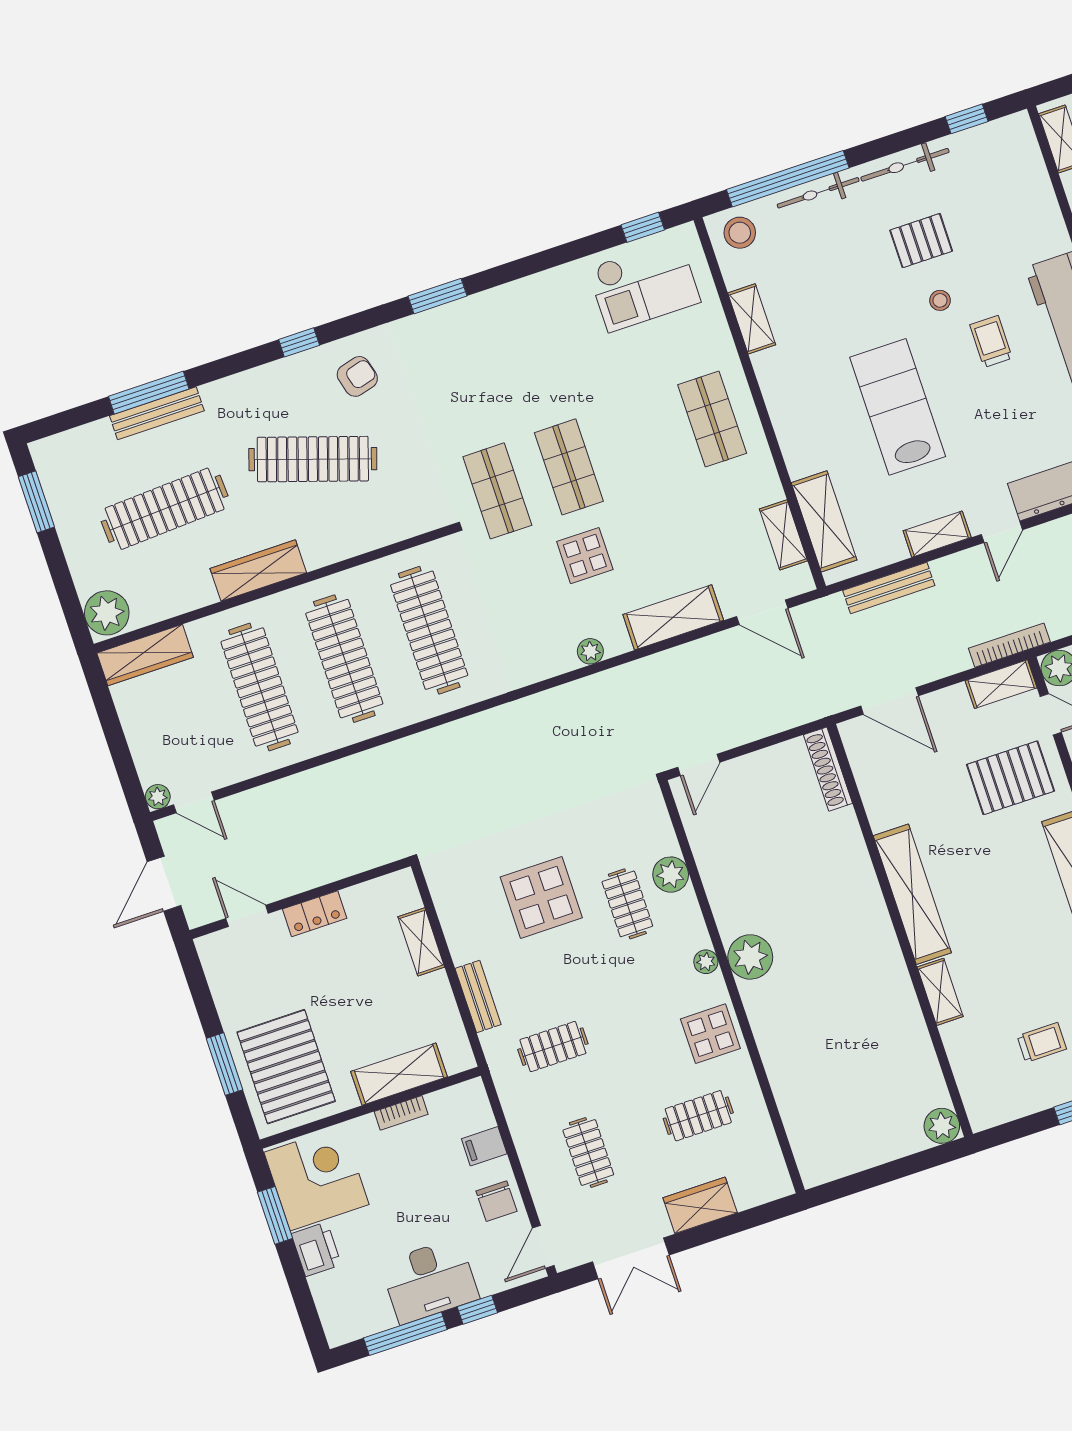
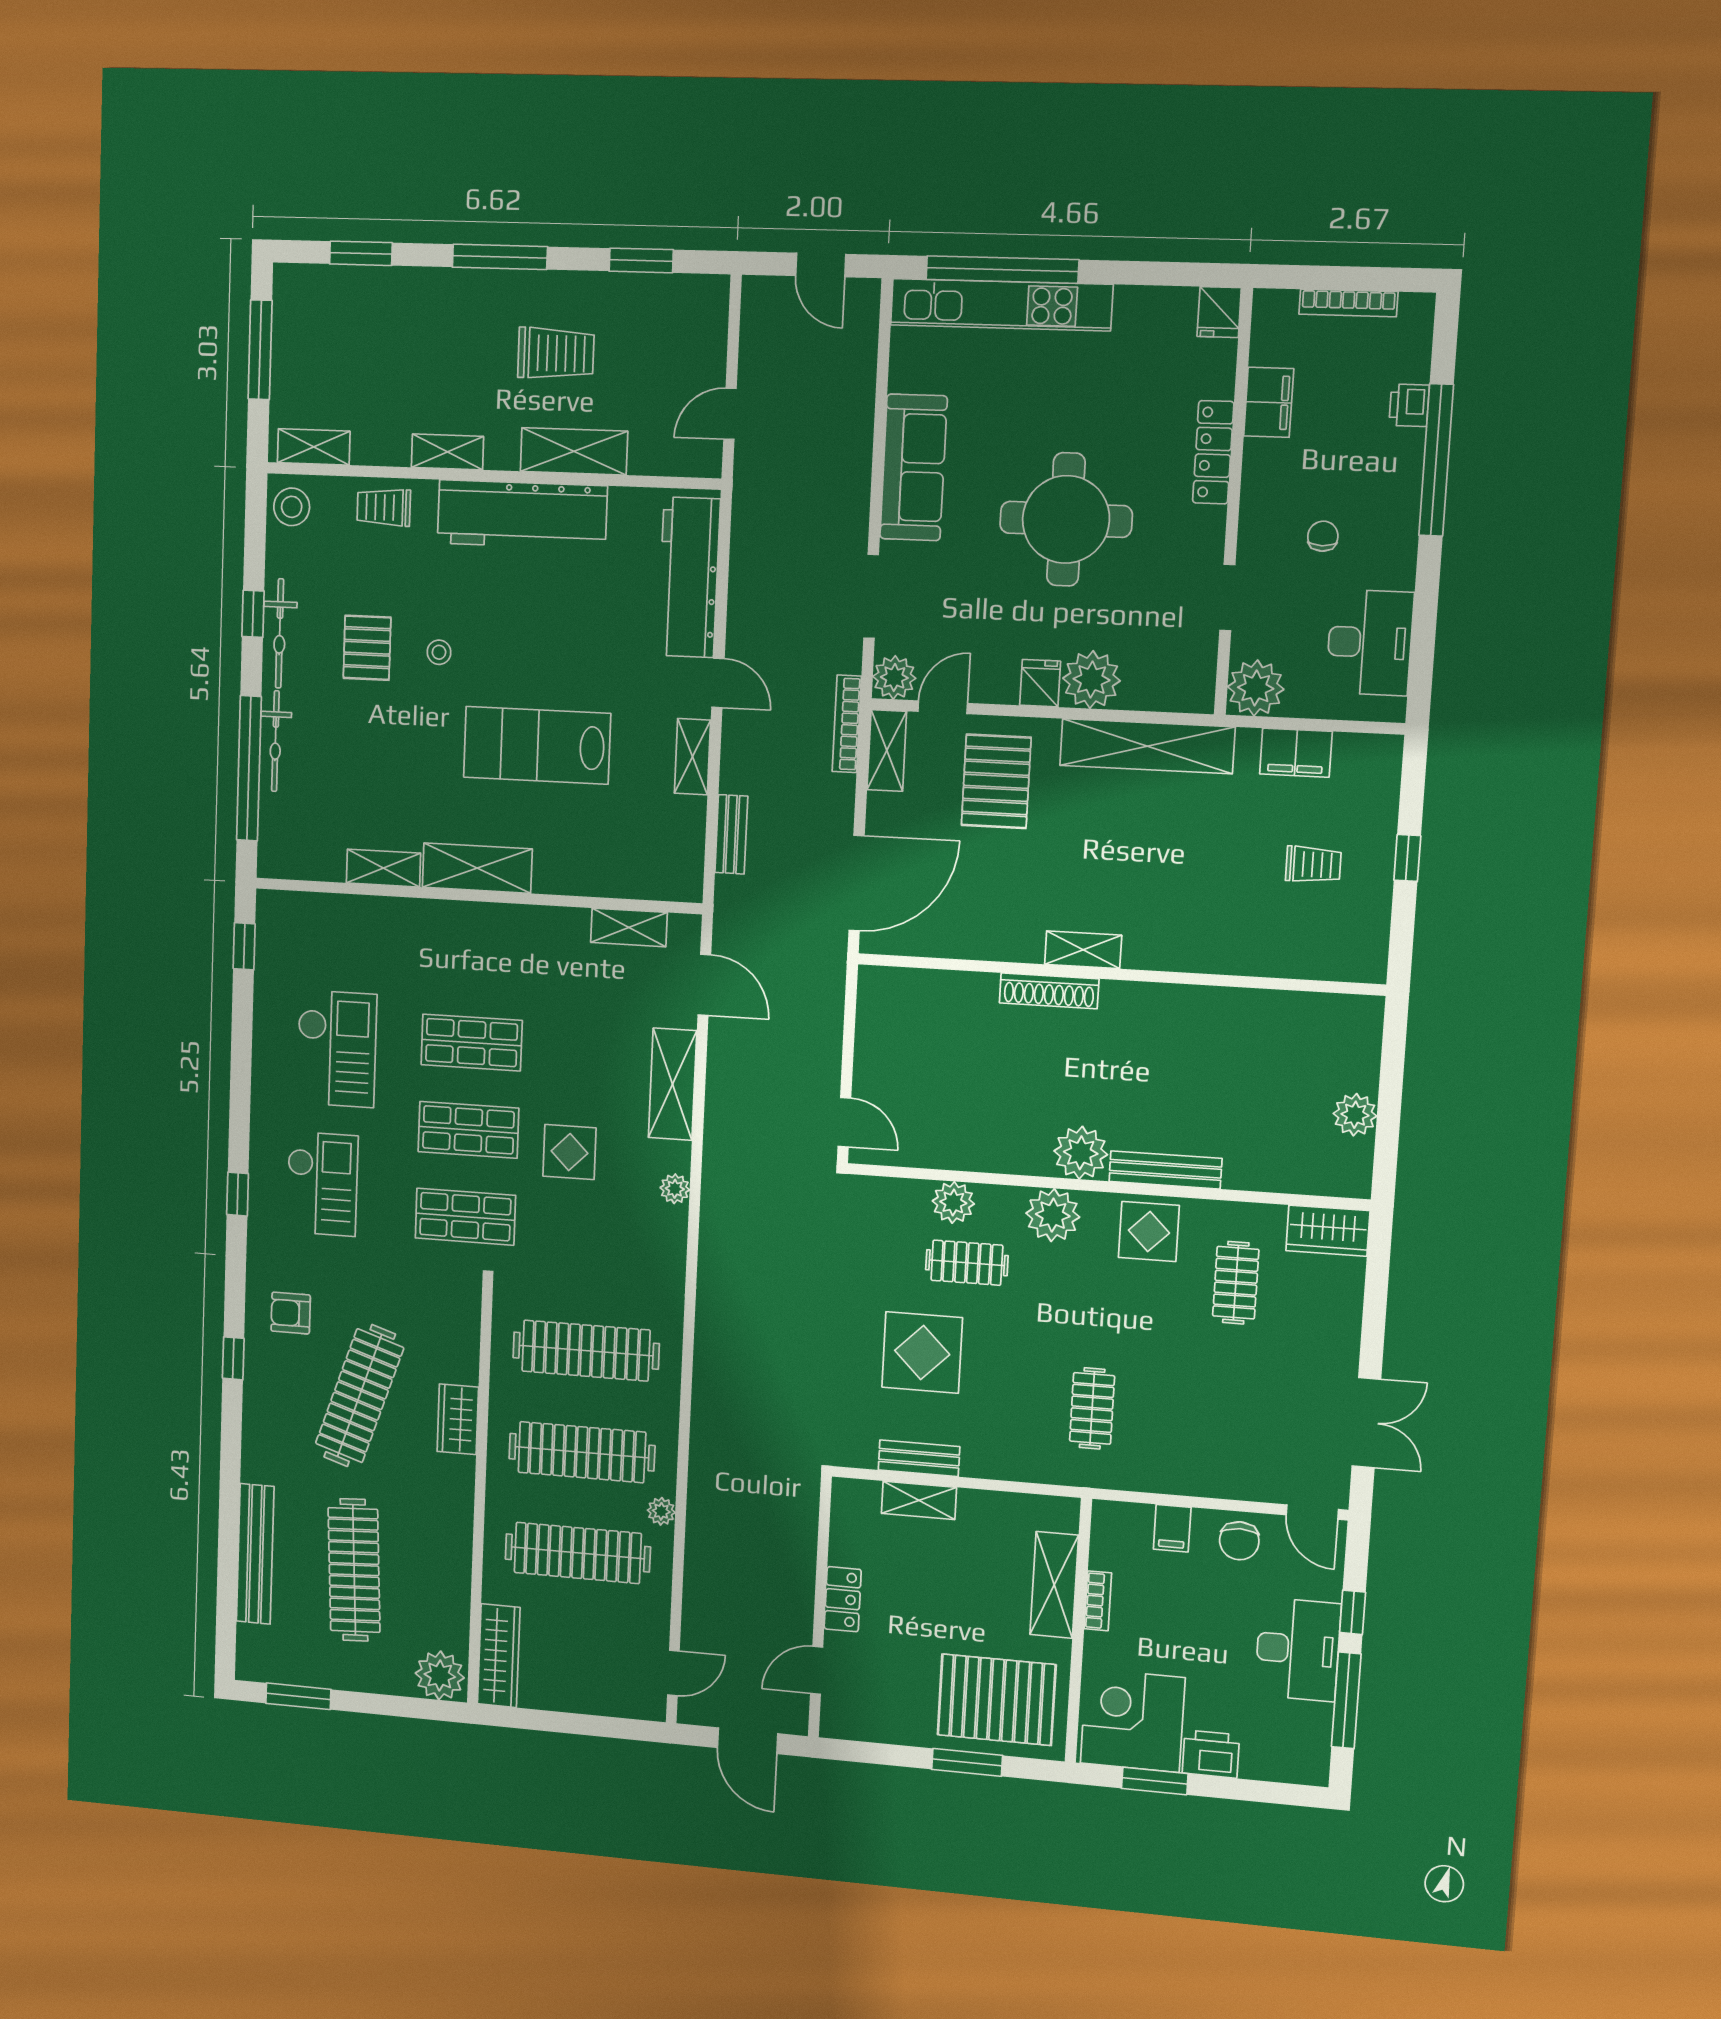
window: (967, 119) -> (253, 614), moved
stool: (740, 233) -> (292, 507), moved
checkout: (644, 285) -> (336, 1049), moved
window: (437, 296) -> (238, 1194), width x0.67
trolley: (991, 341) -> (384, 507), moved
checkout: (475, 363) -> (322, 1184), added
armchair: (357, 376) -> (291, 1313), turned -75
window: (149, 393) -> (229, 1534), removed
bench: (157, 413) -> (255, 1554), width x1.37, depth x1.21
shop shelf: (712, 419) -> (472, 1043), moved
shelving: (824, 521) -> (477, 868), moved
wardrobe: (258, 571) -> (458, 1419), moved, width x0.67
bench: (889, 588) -> (731, 834), width x0.73
door: (762, 612) -> (704, 985), hinge flipped
door: (890, 701) -> (857, 883), width x1.36
shoe rack: (828, 769) -> (1049, 991), moved
plant: (158, 797) -> (661, 1511), moved
shelving: (912, 894) -> (1083, 950), width x0.45, depth x0.75
plant: (706, 962) -> (1053, 1215), width x1.88, depth x1.88
shelving: (940, 992) -> (1207, 957), removed
bench: (478, 996) -> (919, 1458), moved
bench: (764, 1027) -> (1165, 1170), added
trolley: (1042, 1043) -> (1313, 864), turned 90
plant: (942, 1126) -> (1355, 1115), moved
clothes rail: (588, 1152) -> (1227, 1419), removed
chair: (496, 1201) -> (1239, 1541), turned 90
wardrobe: (700, 1205) -> (1328, 1231), moved, turned -90

